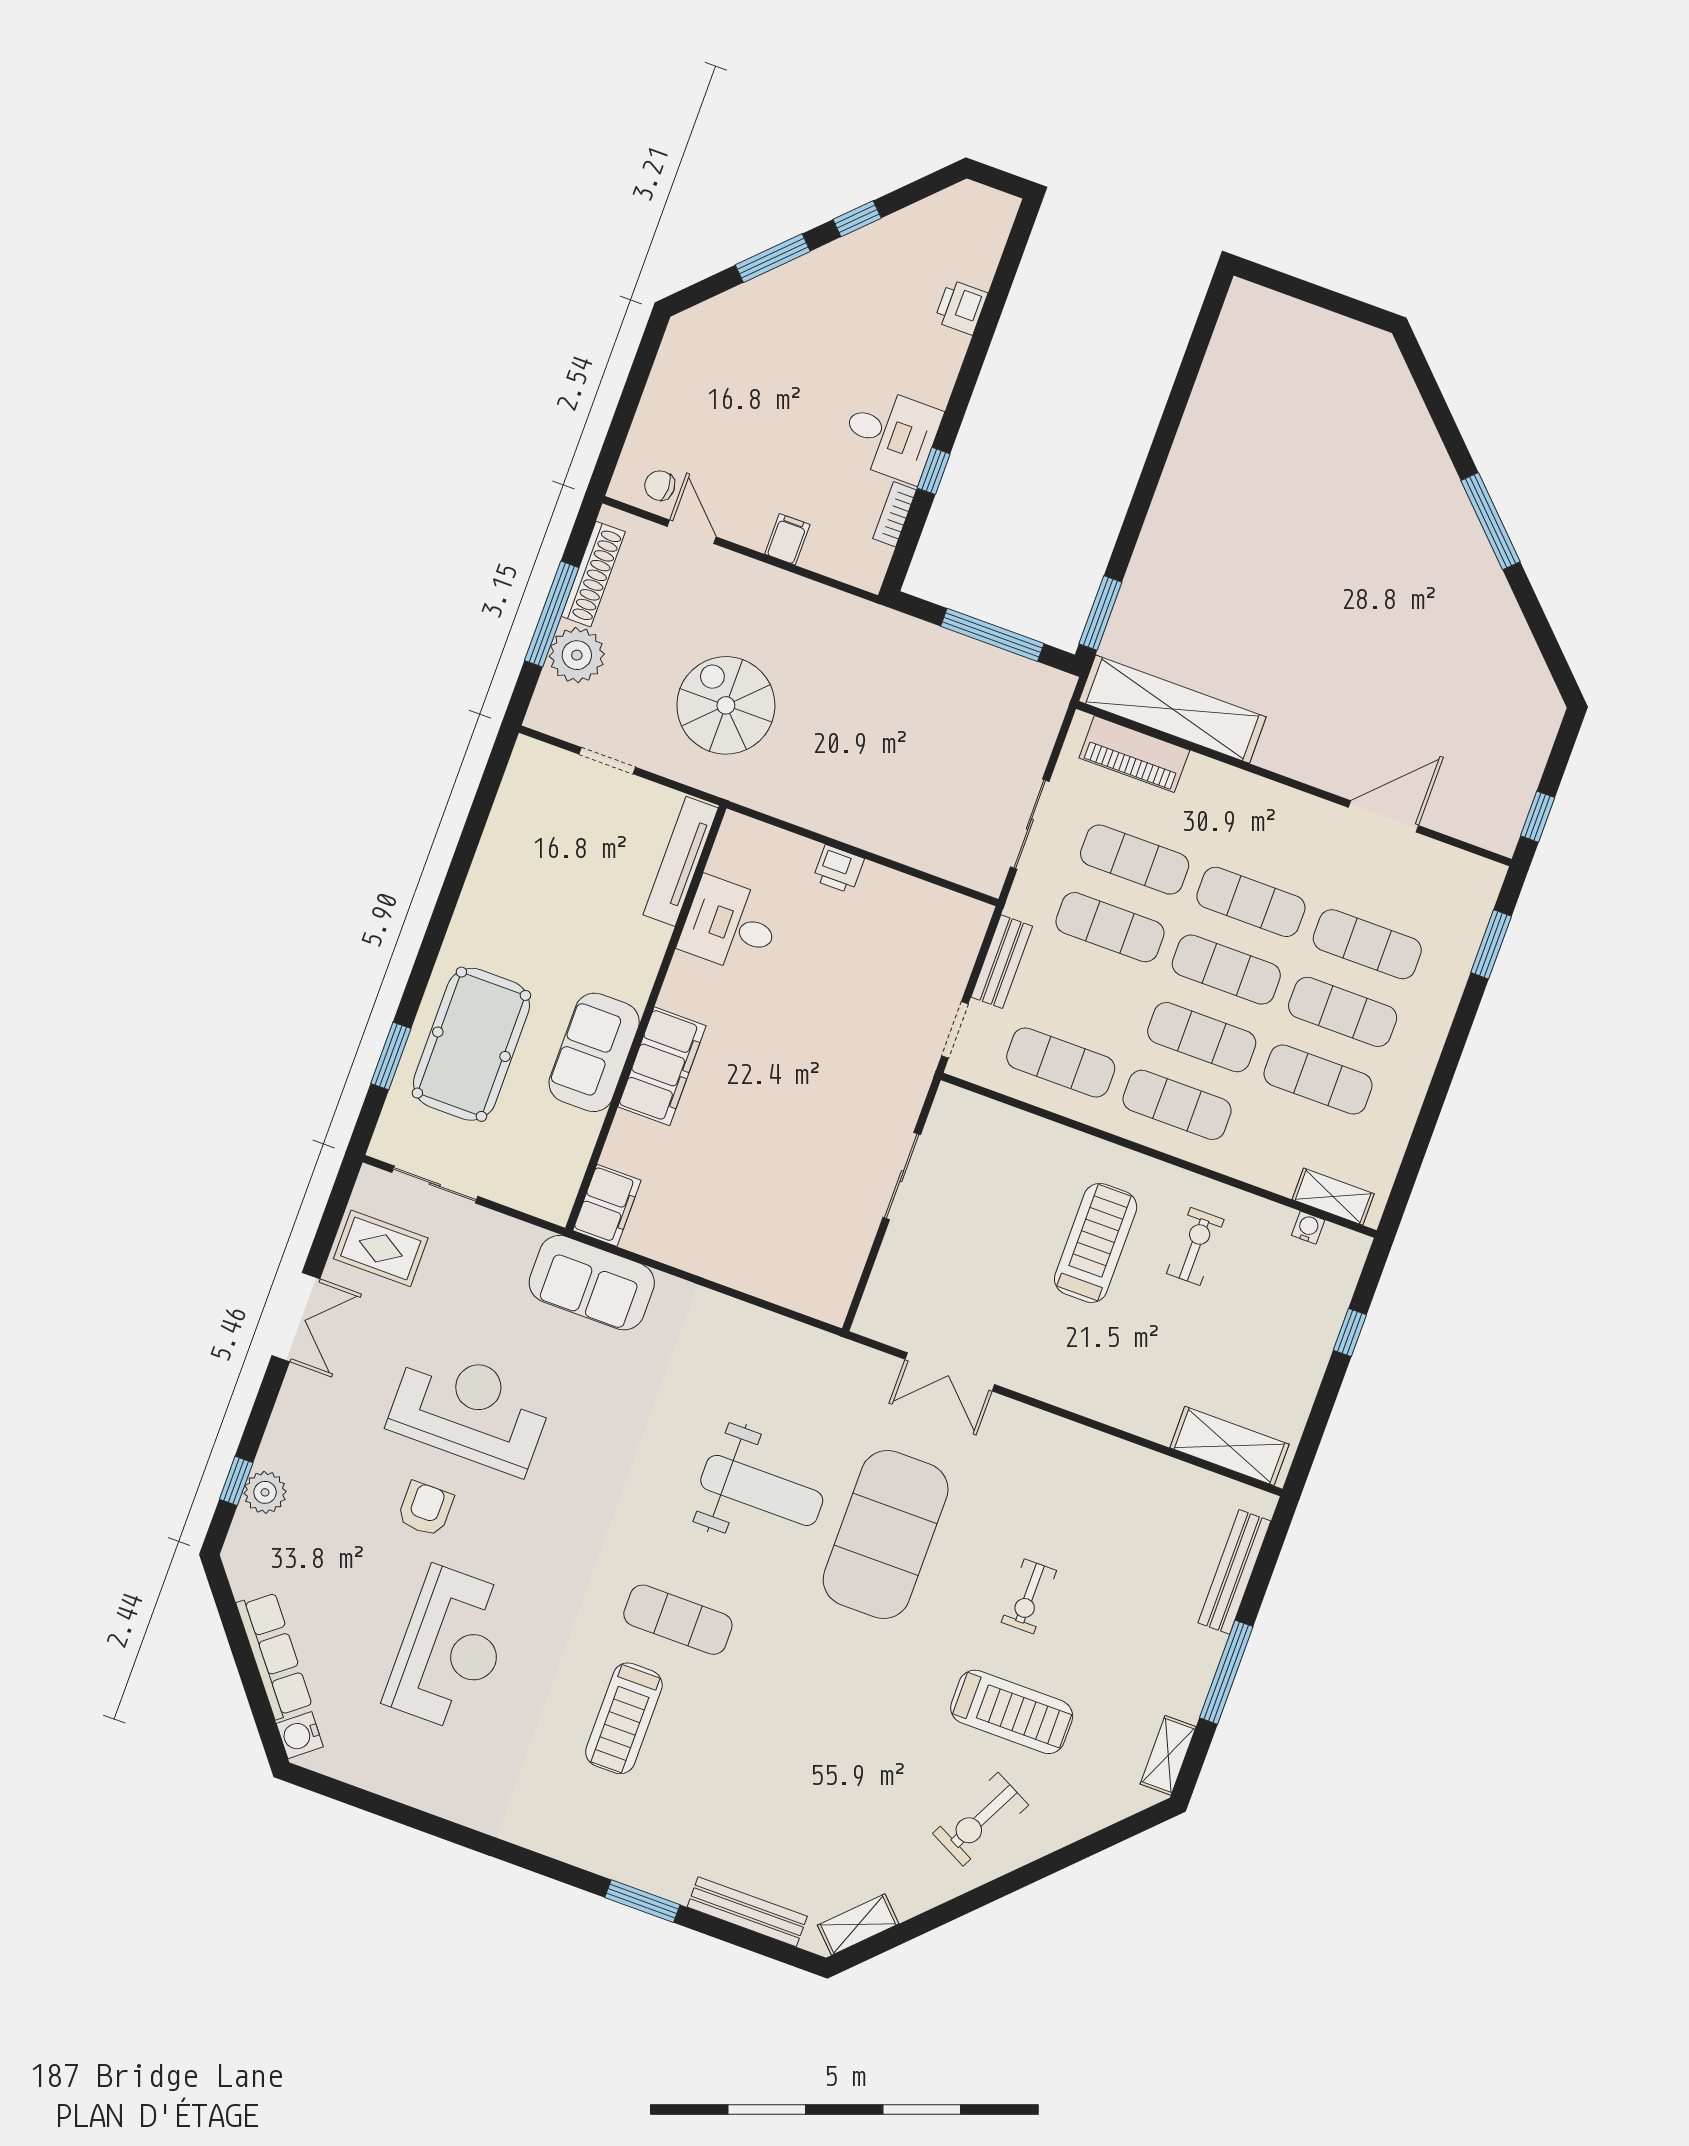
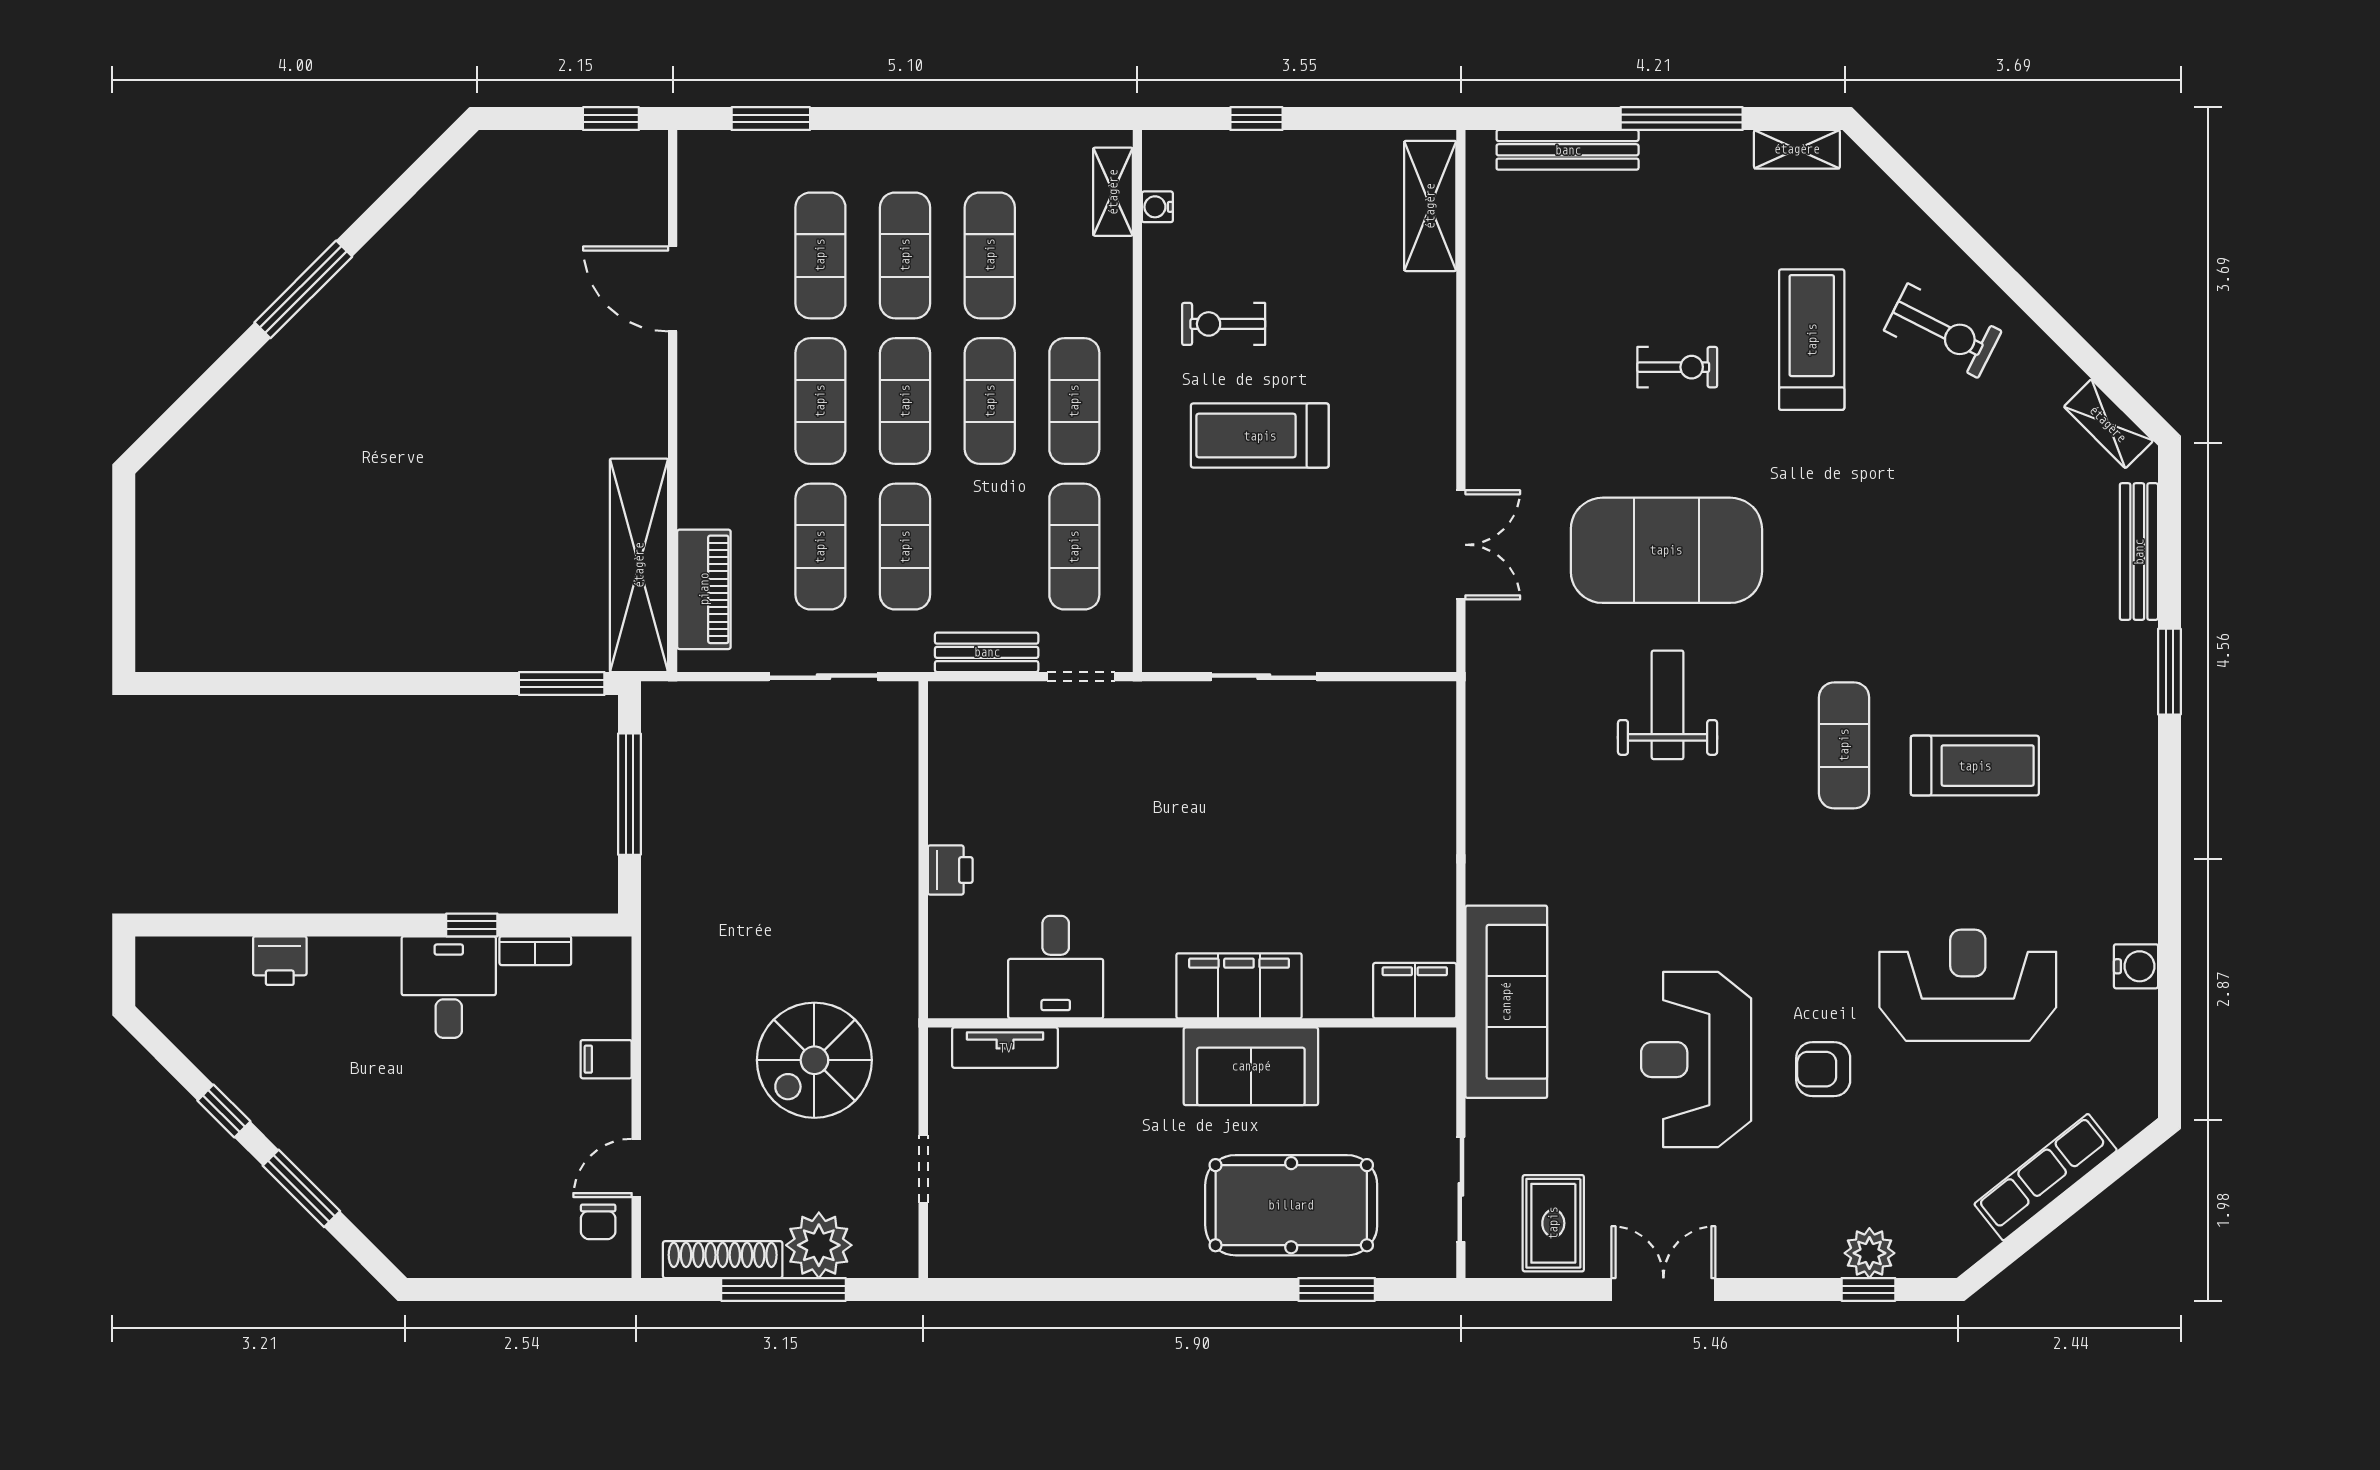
tv unit: (681, 861) -> (1005, 1048), width x0.71
sofa: (592, 1283) -> (1506, 1002), width x1.36
weight bench: (762, 1490) -> (1668, 705), width x0.73, depth x0.75
water cooler: (300, 1735) -> (2136, 966), moved, turned -52

